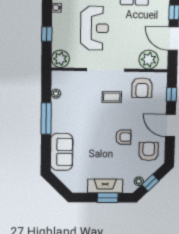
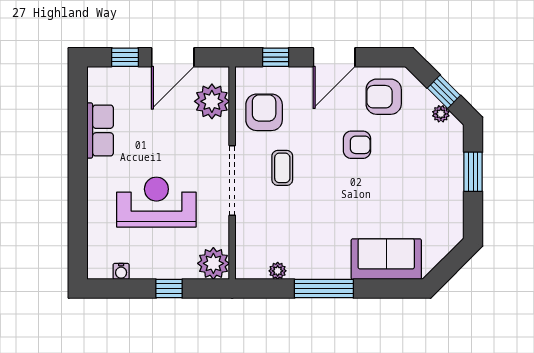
armchair: (142, 88) -> (264, 112), turned -90
armchair: (123, 137) -> (357, 145), turned 90
fireplace: (105, 186) -> (451, 177), removed

